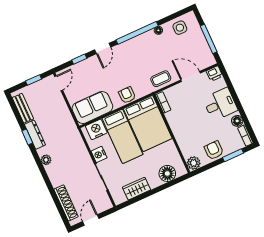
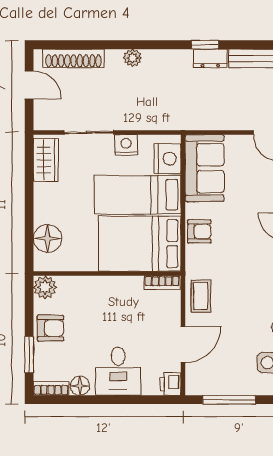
dresser: (35, 135) -> (210, 58), width x0.70
plant: (46, 160) -> (133, 58), moved
wardrobe: (136, 189) -> (46, 160), moved

